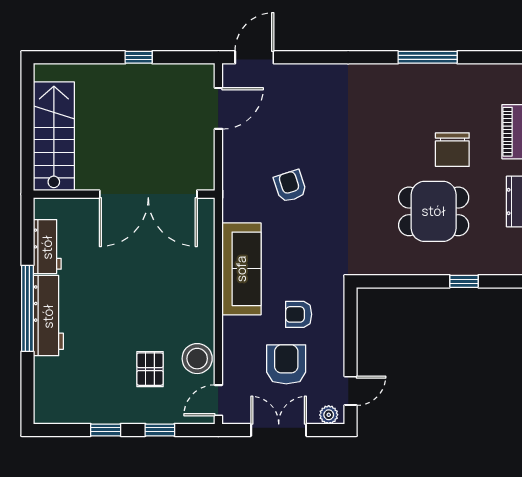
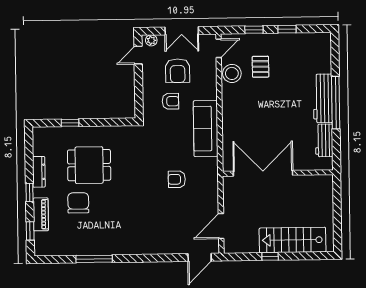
stairs: (54, 136) -> (293, 240), moved, turned 90
armchair: (290, 186) -> (177, 179), turned 108

